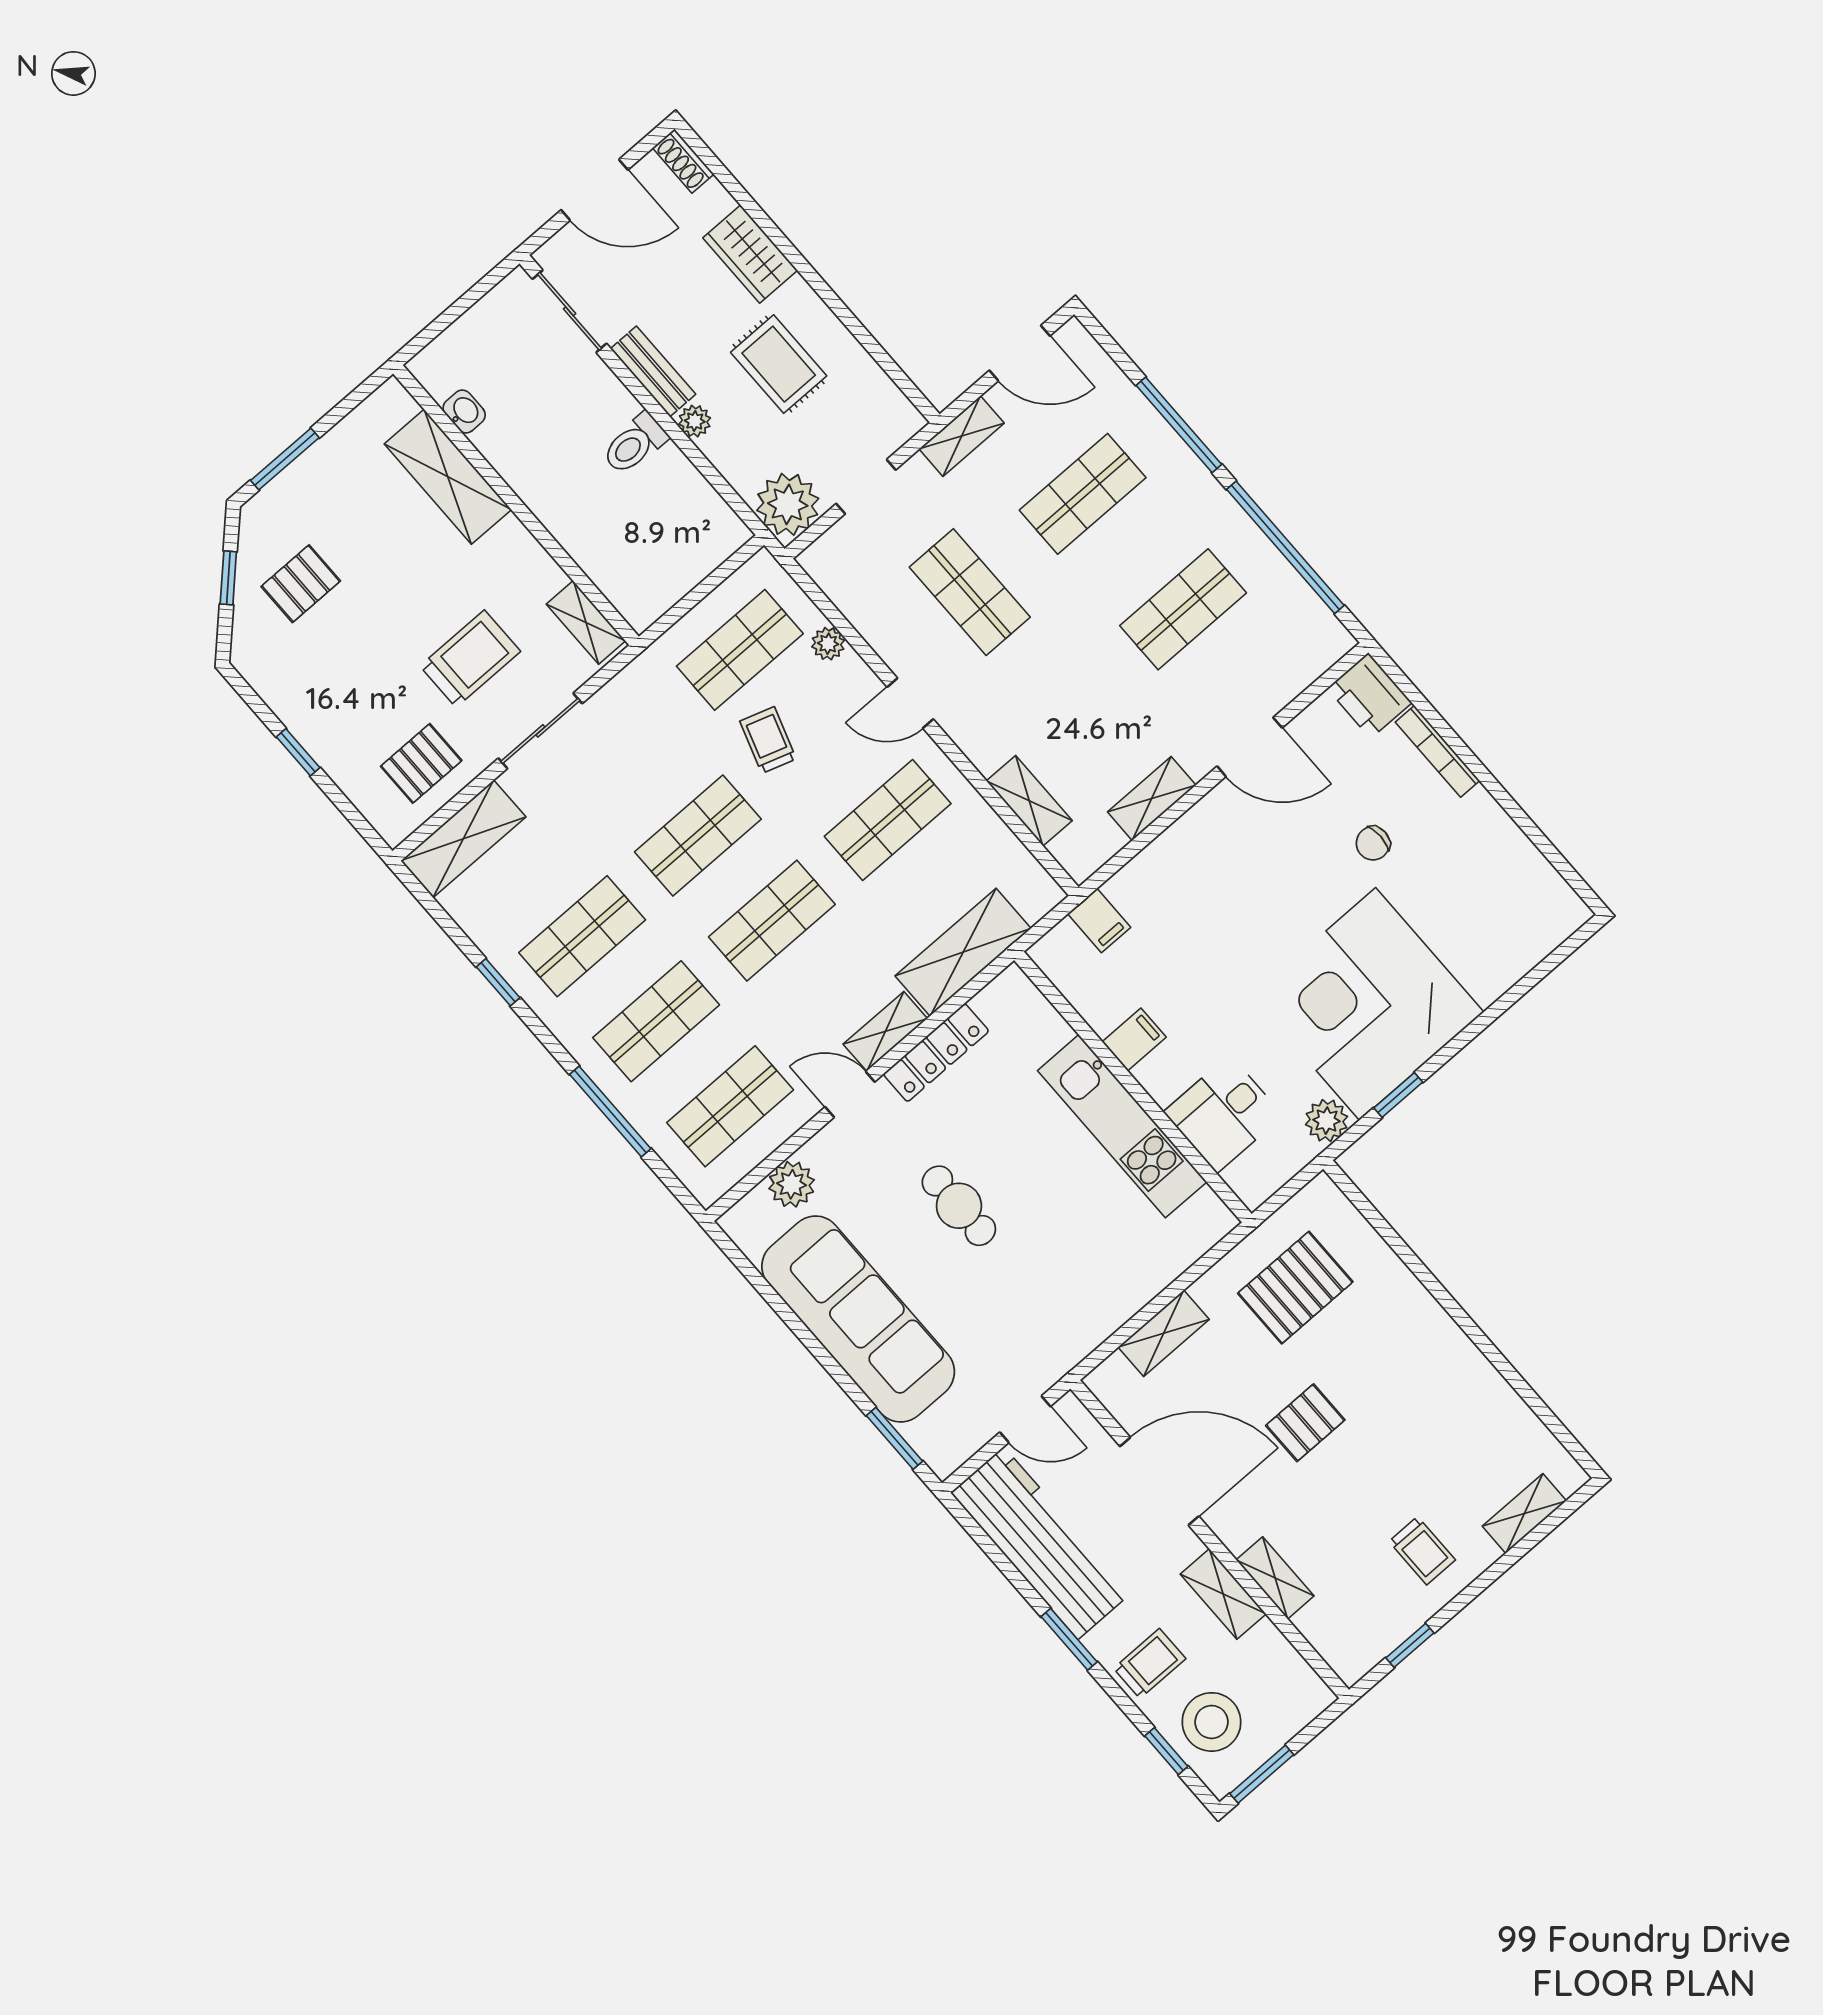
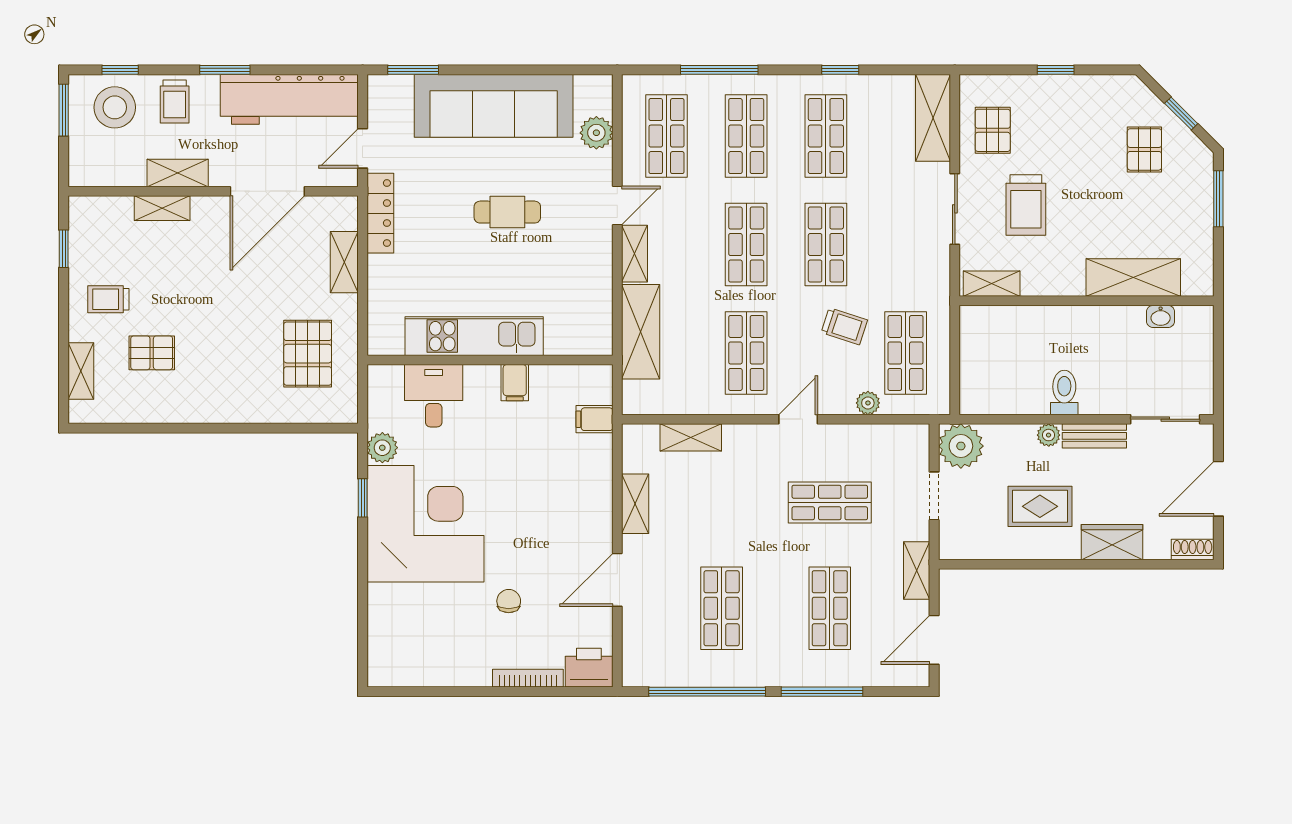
locker: (936, 1053) -> (380, 213), moved, turned 180
pallet: (1305, 1423) -> (152, 353), moved, turned 90

